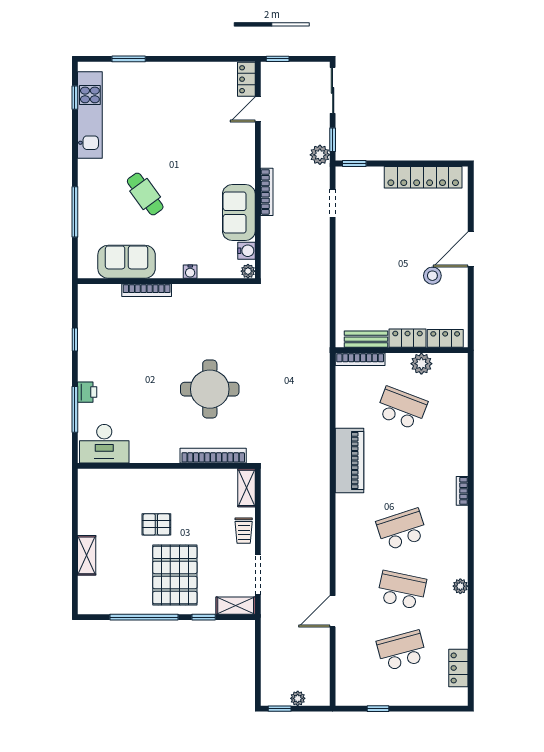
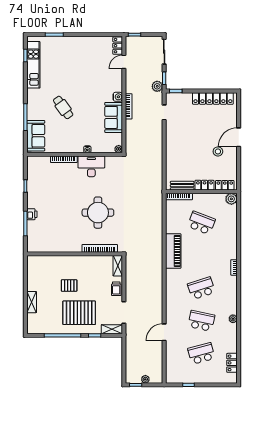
water cooler: (246, 251) -> (118, 97), moved
sofa: (127, 262) -> (36, 136), moved, turned 90
plant: (421, 364) -> (231, 199), moved
desk: (104, 444) -> (91, 166), moved, turned 180
pallet: (175, 575) -> (79, 313), turned 90

